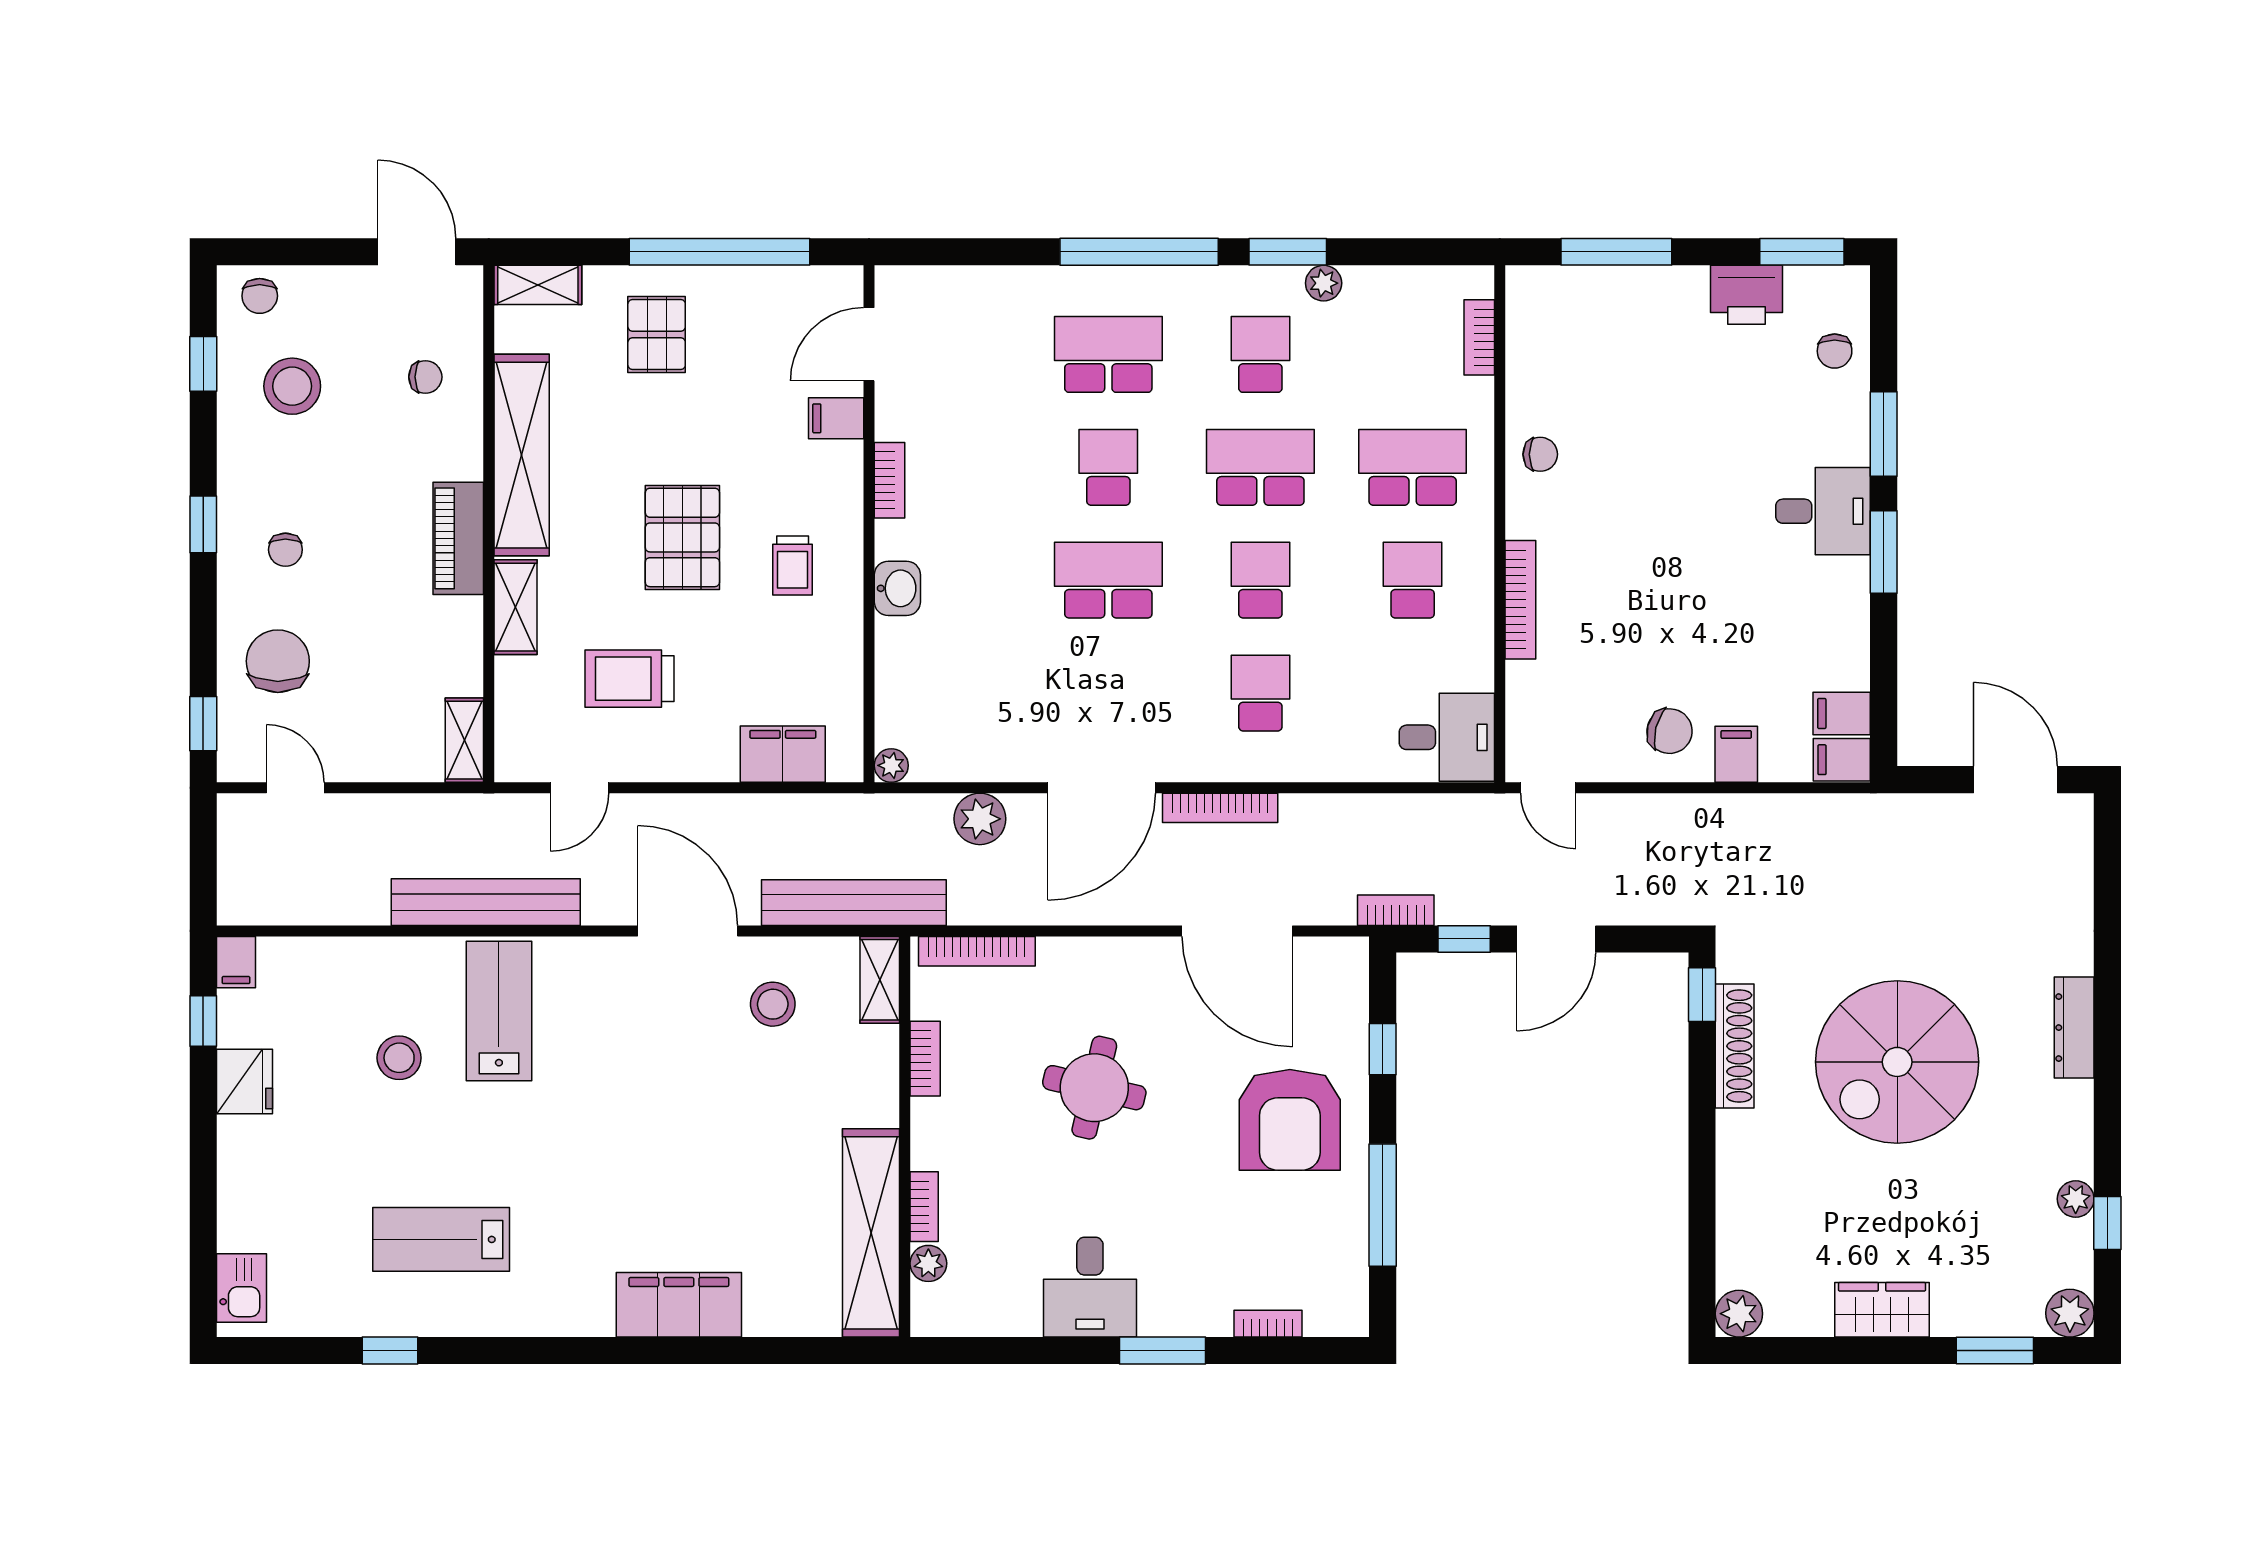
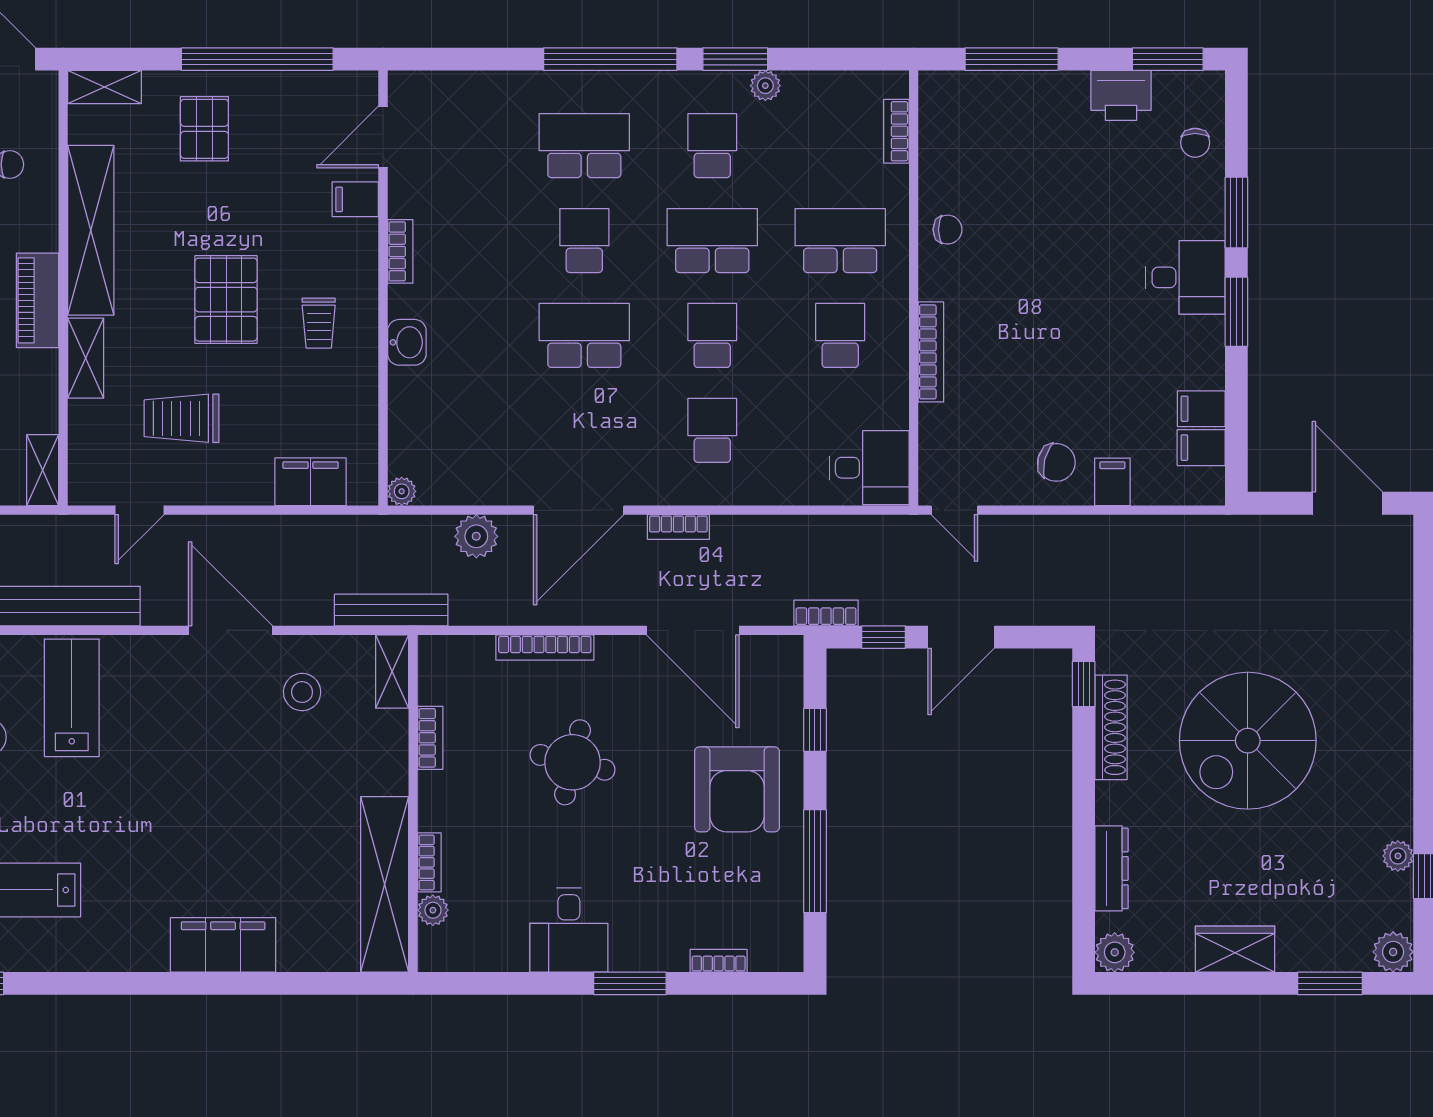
filing cabinet: (1842, 760) -> (1201, 409), moved
bookcase: (1220, 808) -> (678, 527), width x0.64
bench: (854, 903) -> (391, 610), width x0.73, depth x0.82
bookcase: (977, 951) -> (545, 648), moved
dresser: (2074, 1028) -> (1112, 868), moved, turned 180

